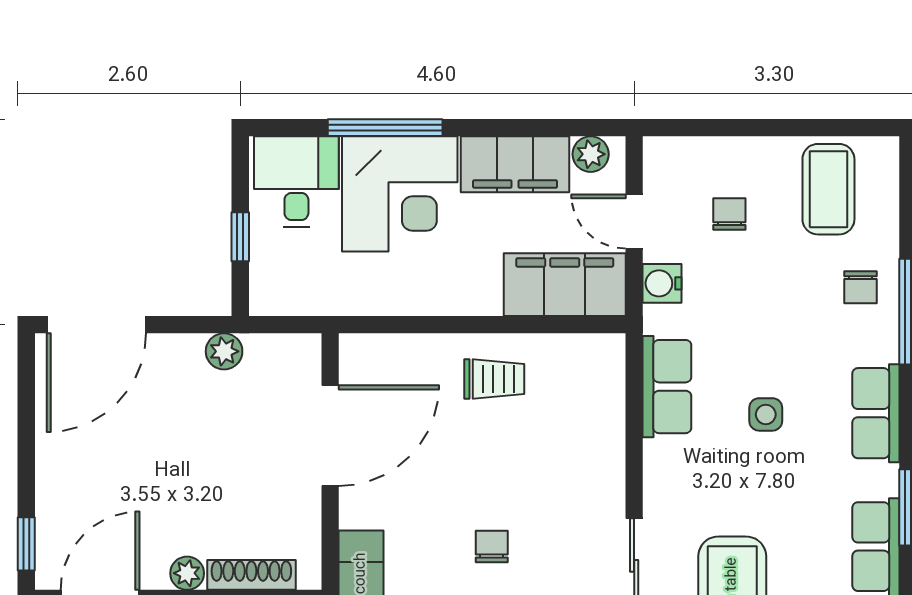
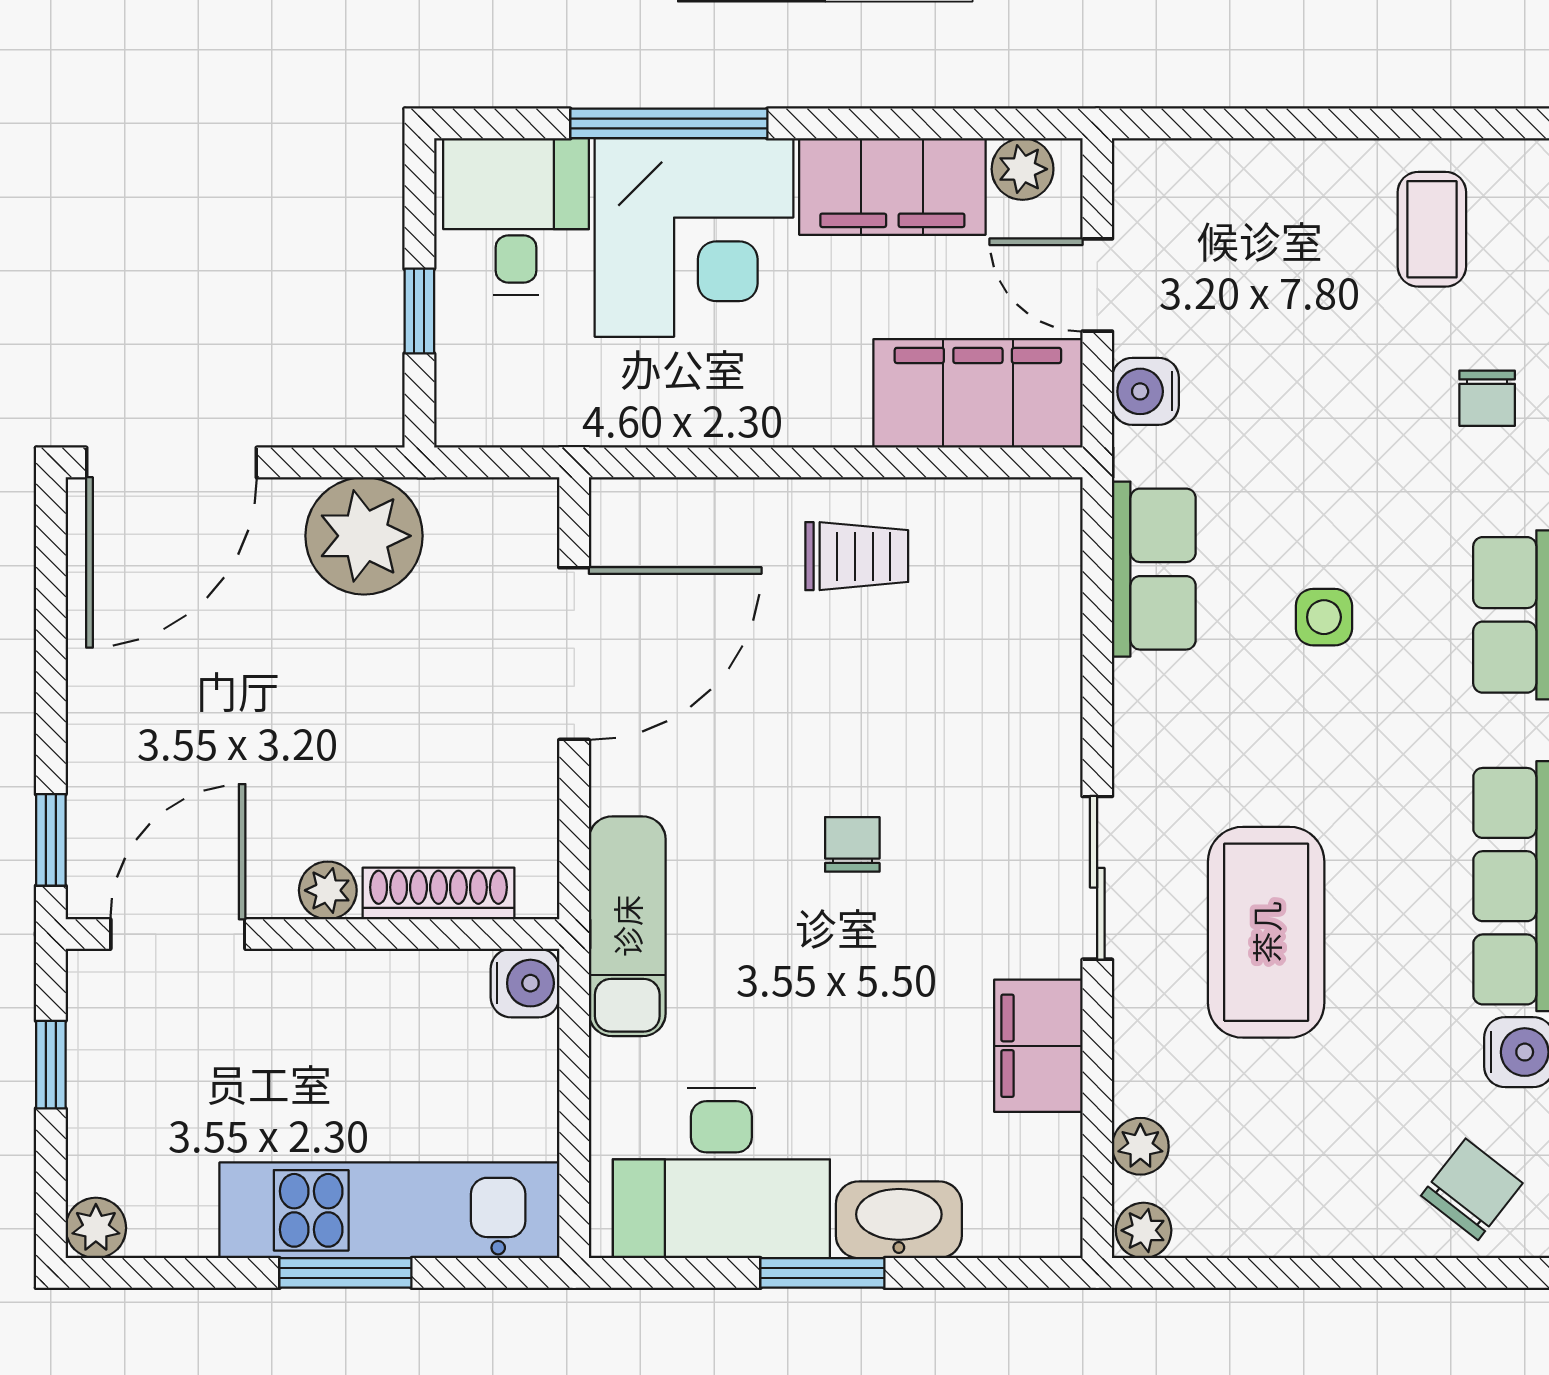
coffee table: (828, 189) -> (1432, 229), width x0.73, depth x0.77
chair: (729, 214) -> (1261, 272), removed
plant: (224, 351) -> (364, 536), width x1.88, depth x1.88

